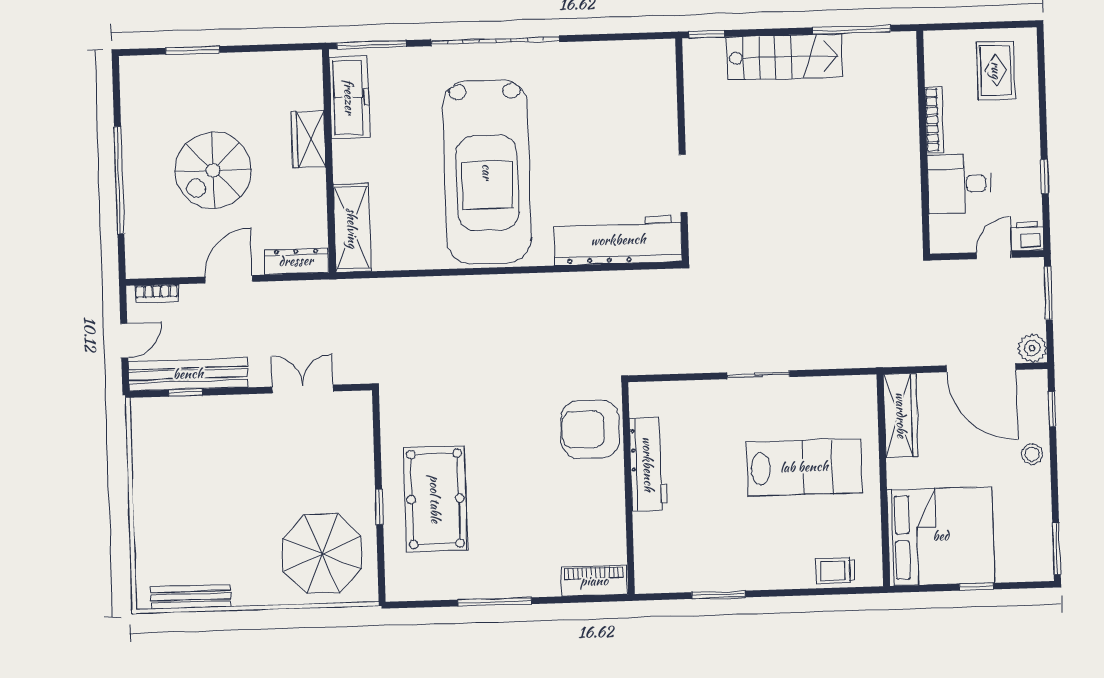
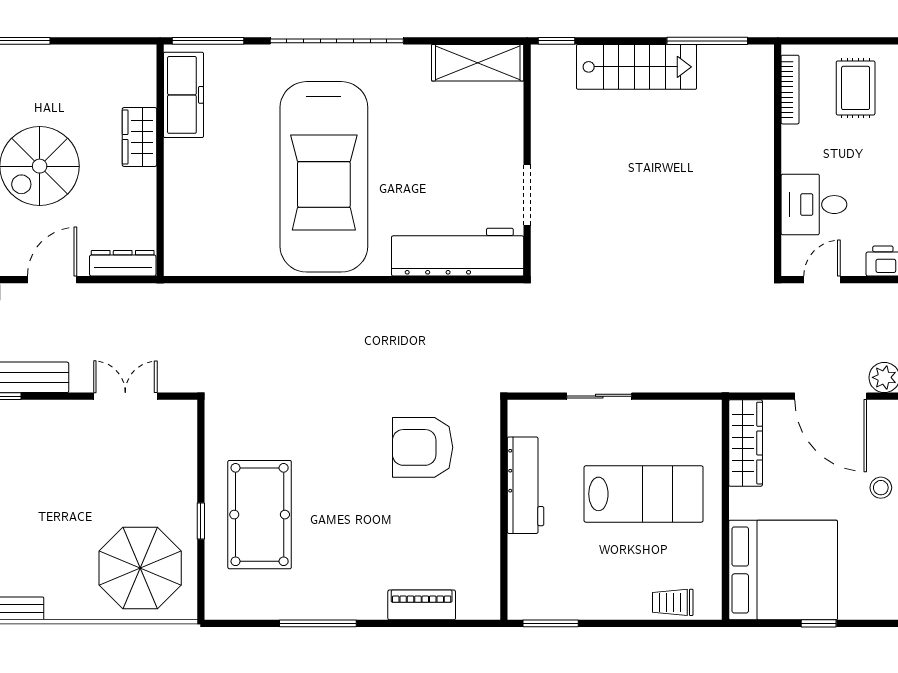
bookcase: (934, 120) -> (790, 90), moved
shelving: (352, 228) -> (478, 63), moved, turned 90
door: (994, 255) -> (822, 280), moved
workbench: (648, 464) -> (526, 485), moved
wall: (628, 488) -> (504, 510), moved

